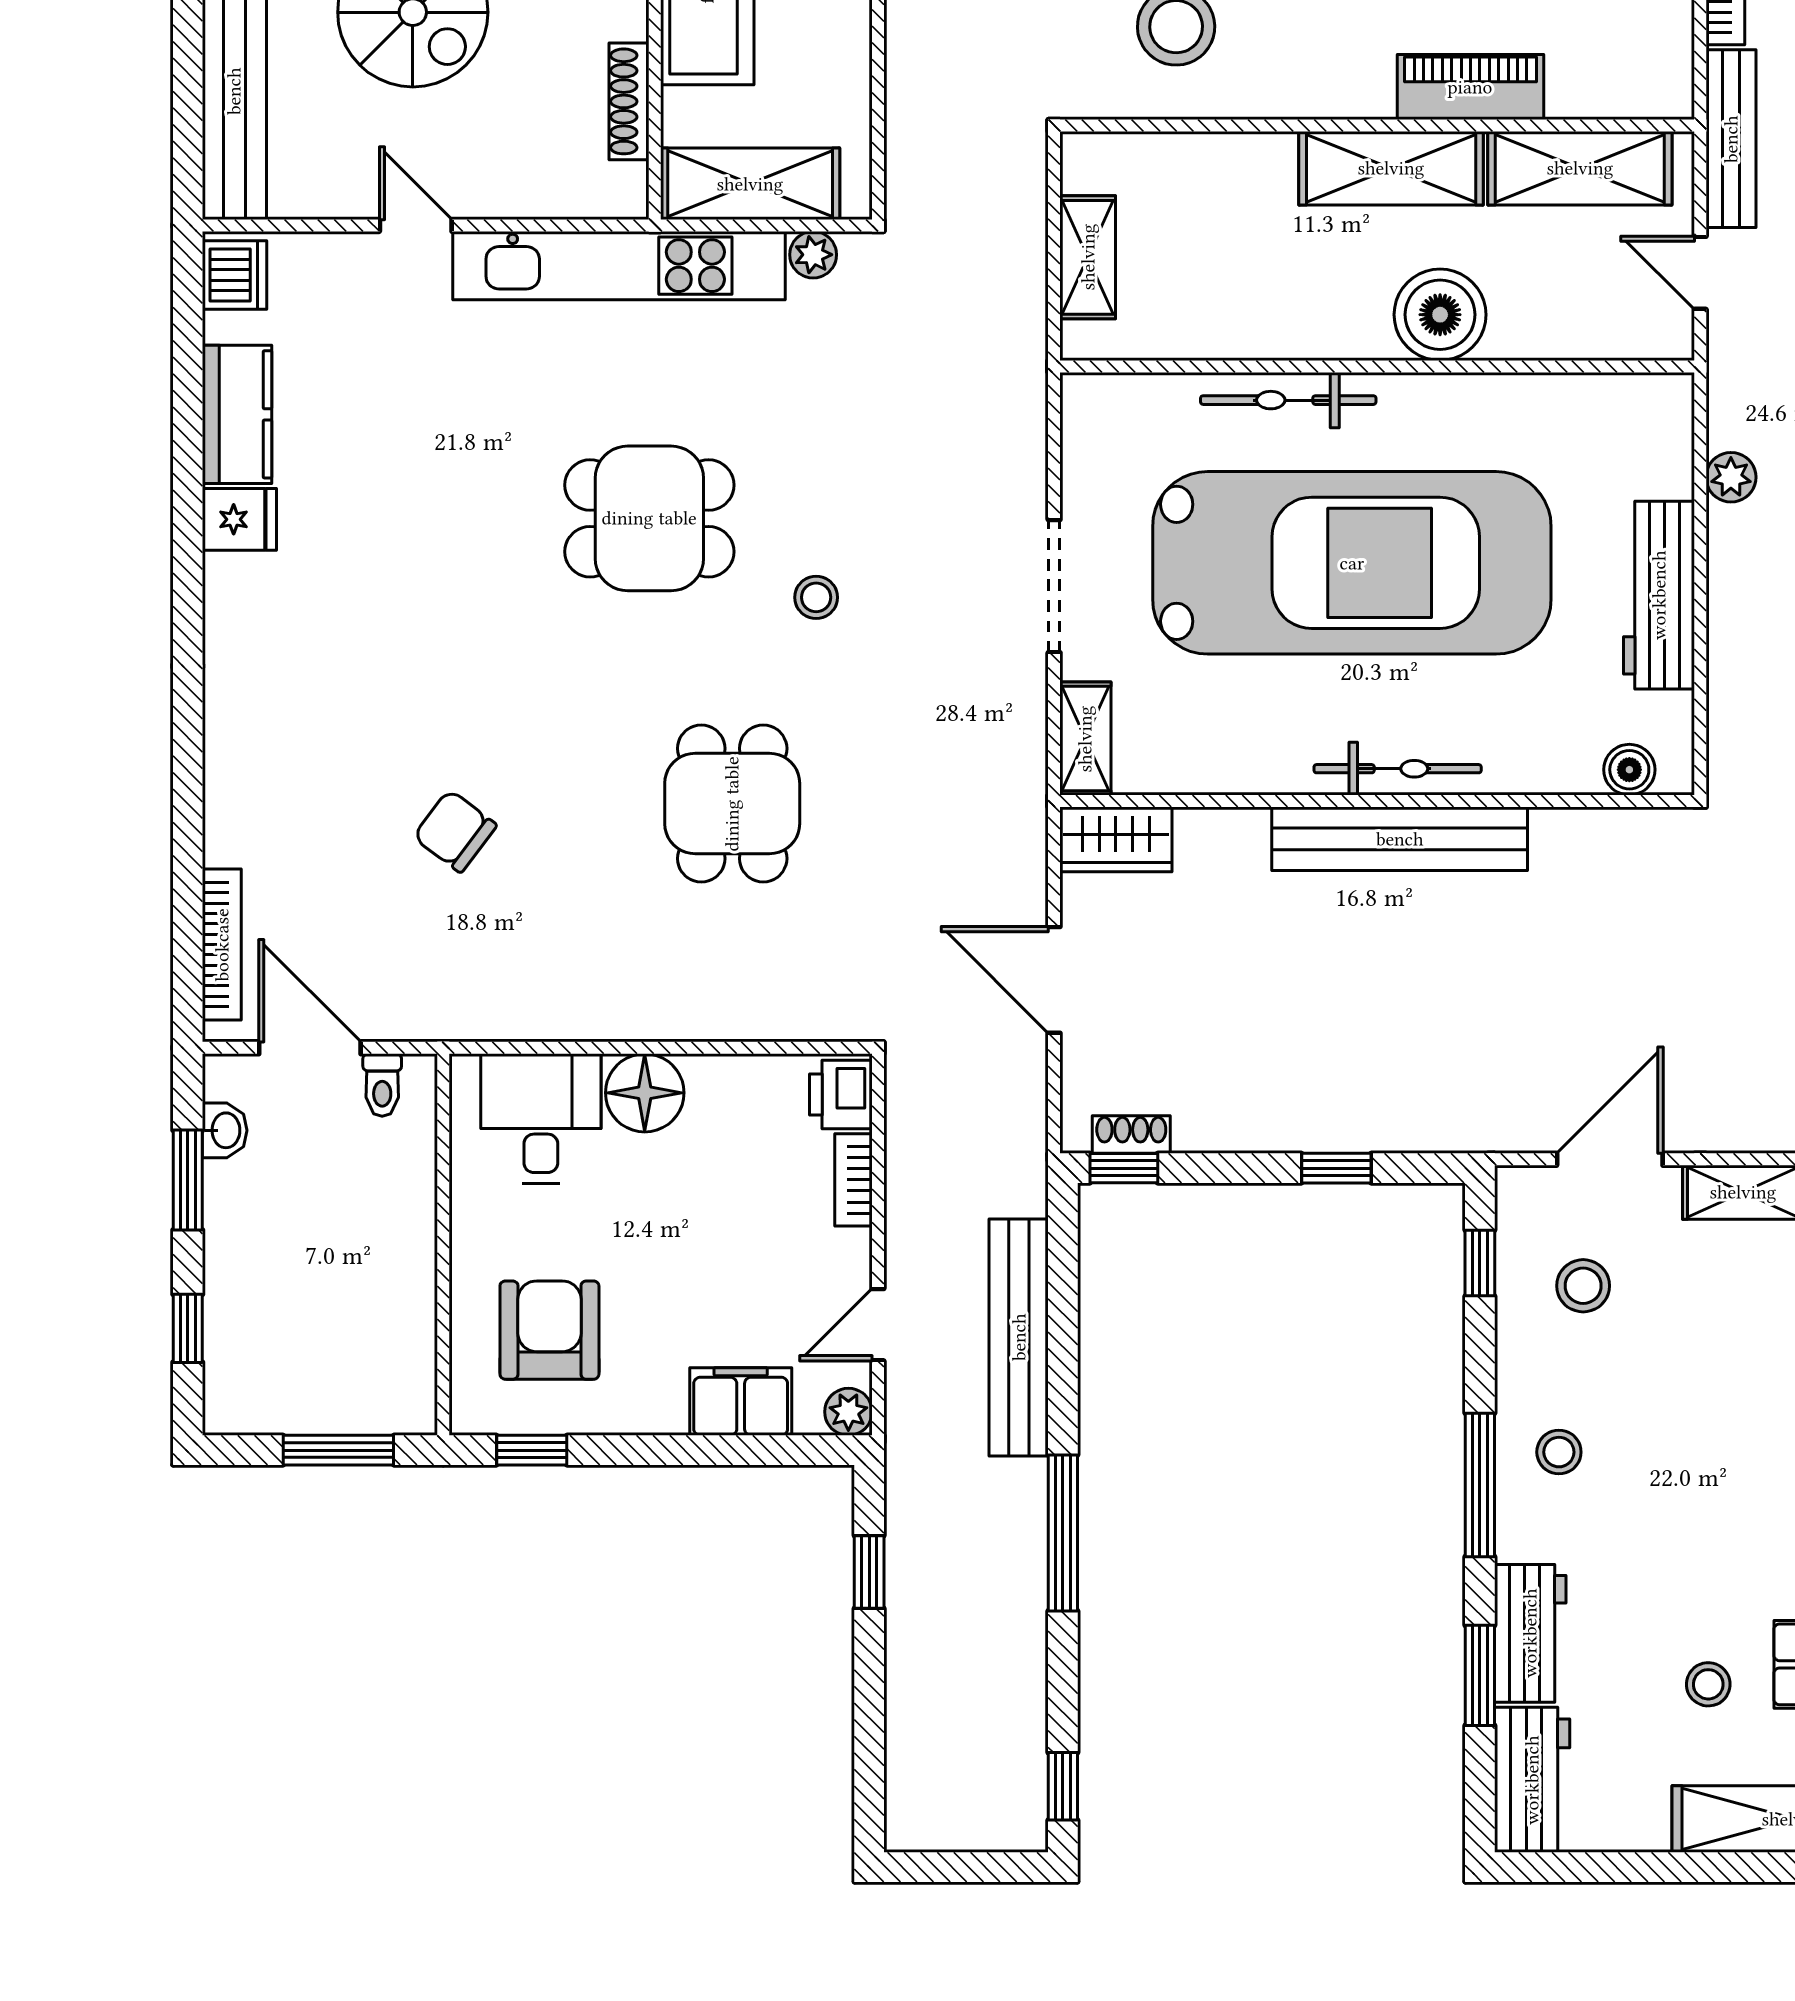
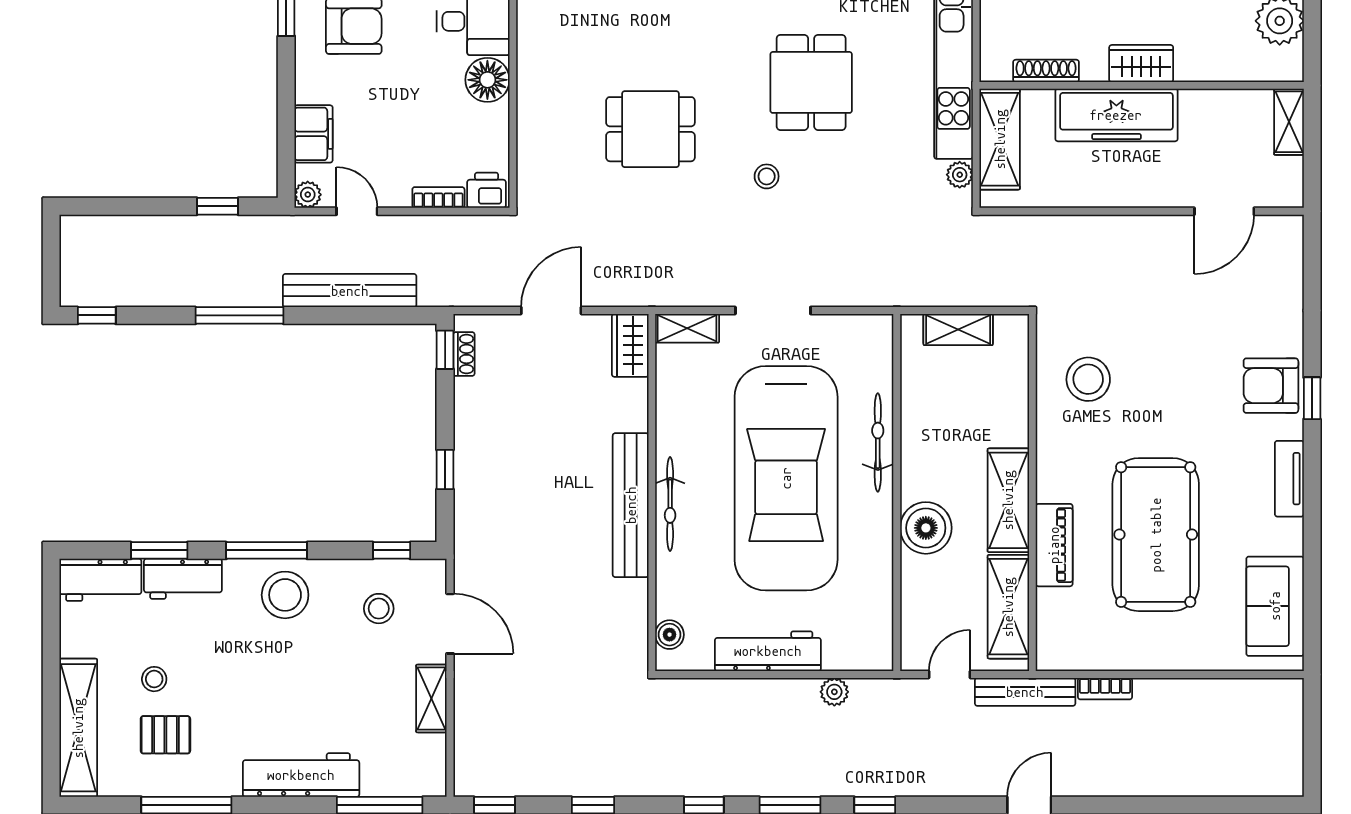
stool: (1559, 1452) -> (285, 595), width x1.89, depth x1.89

